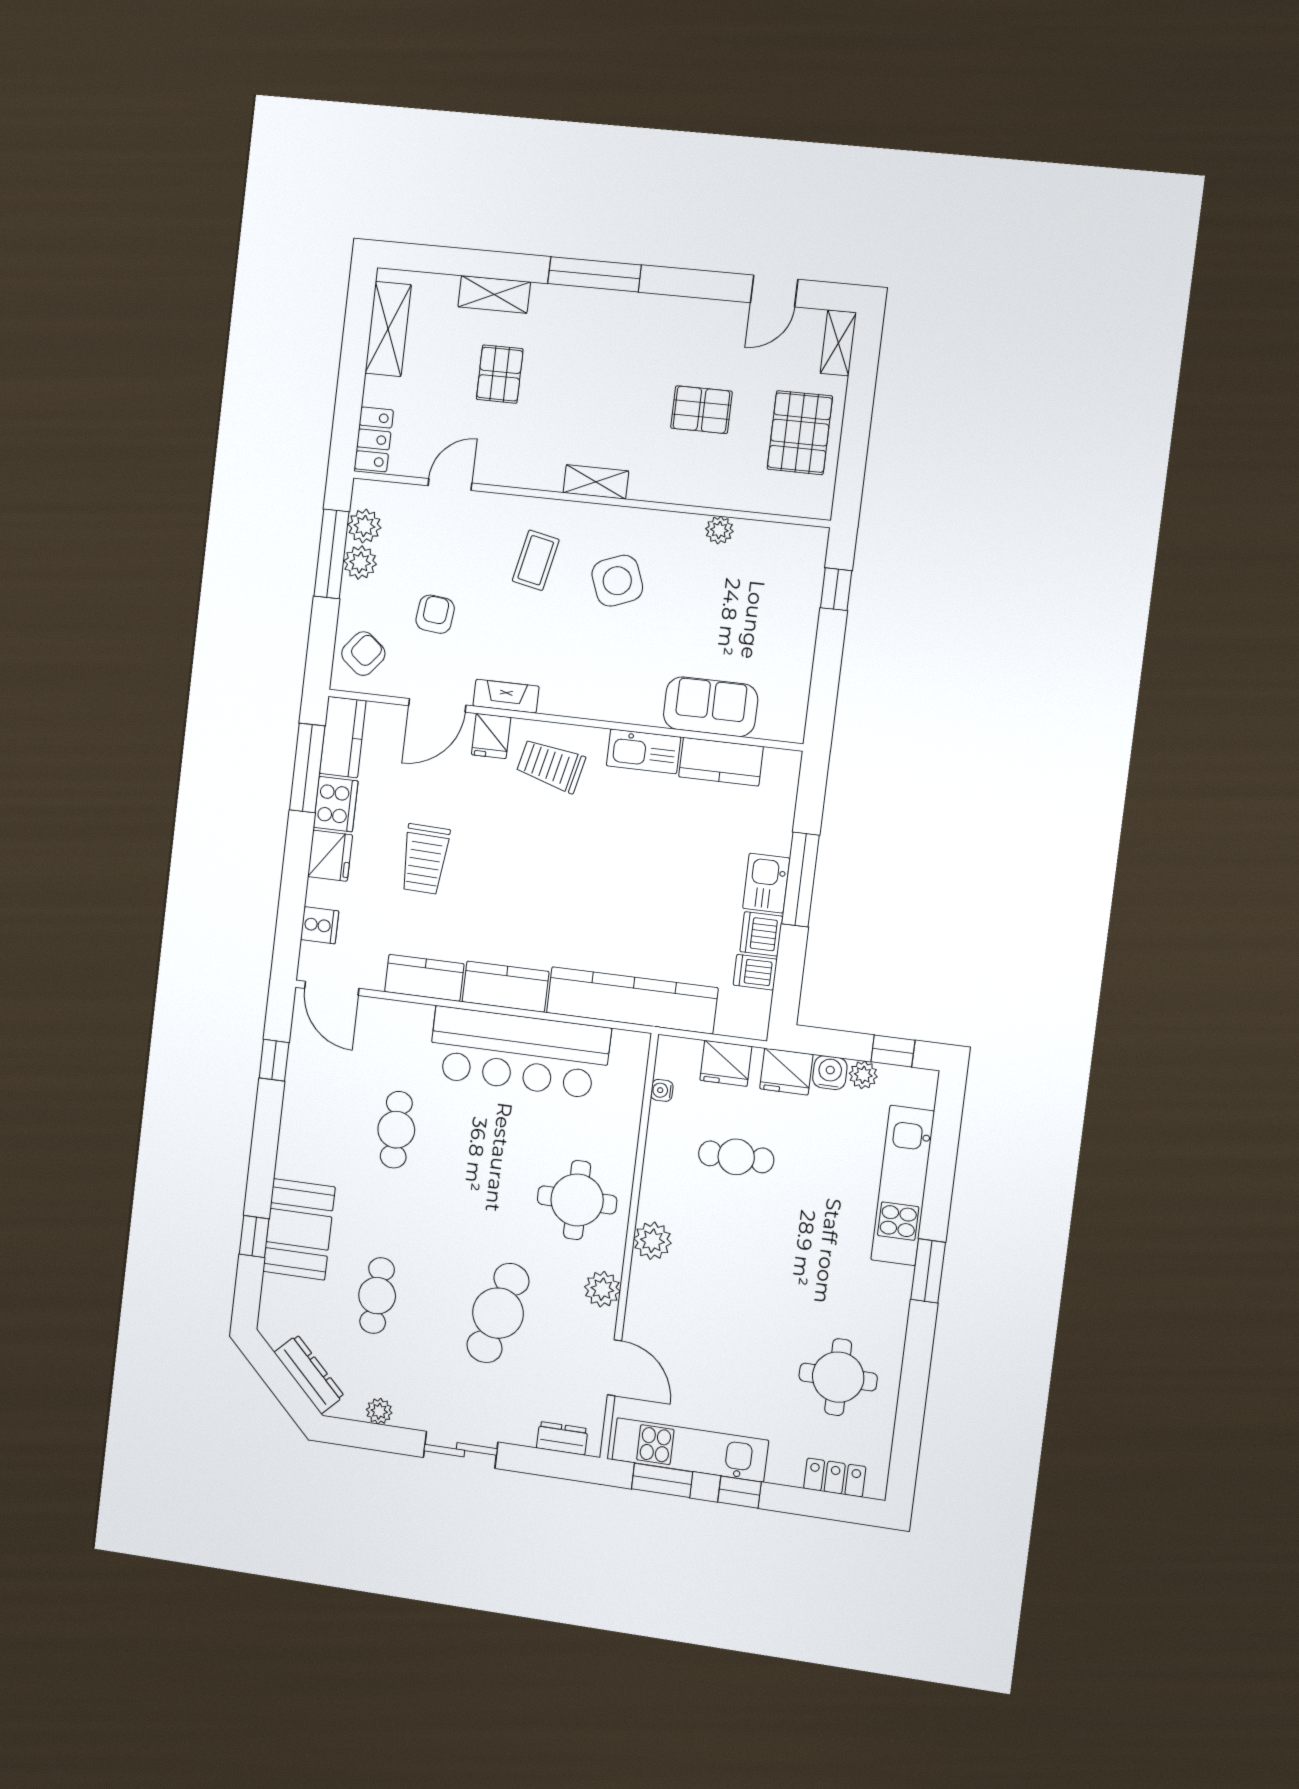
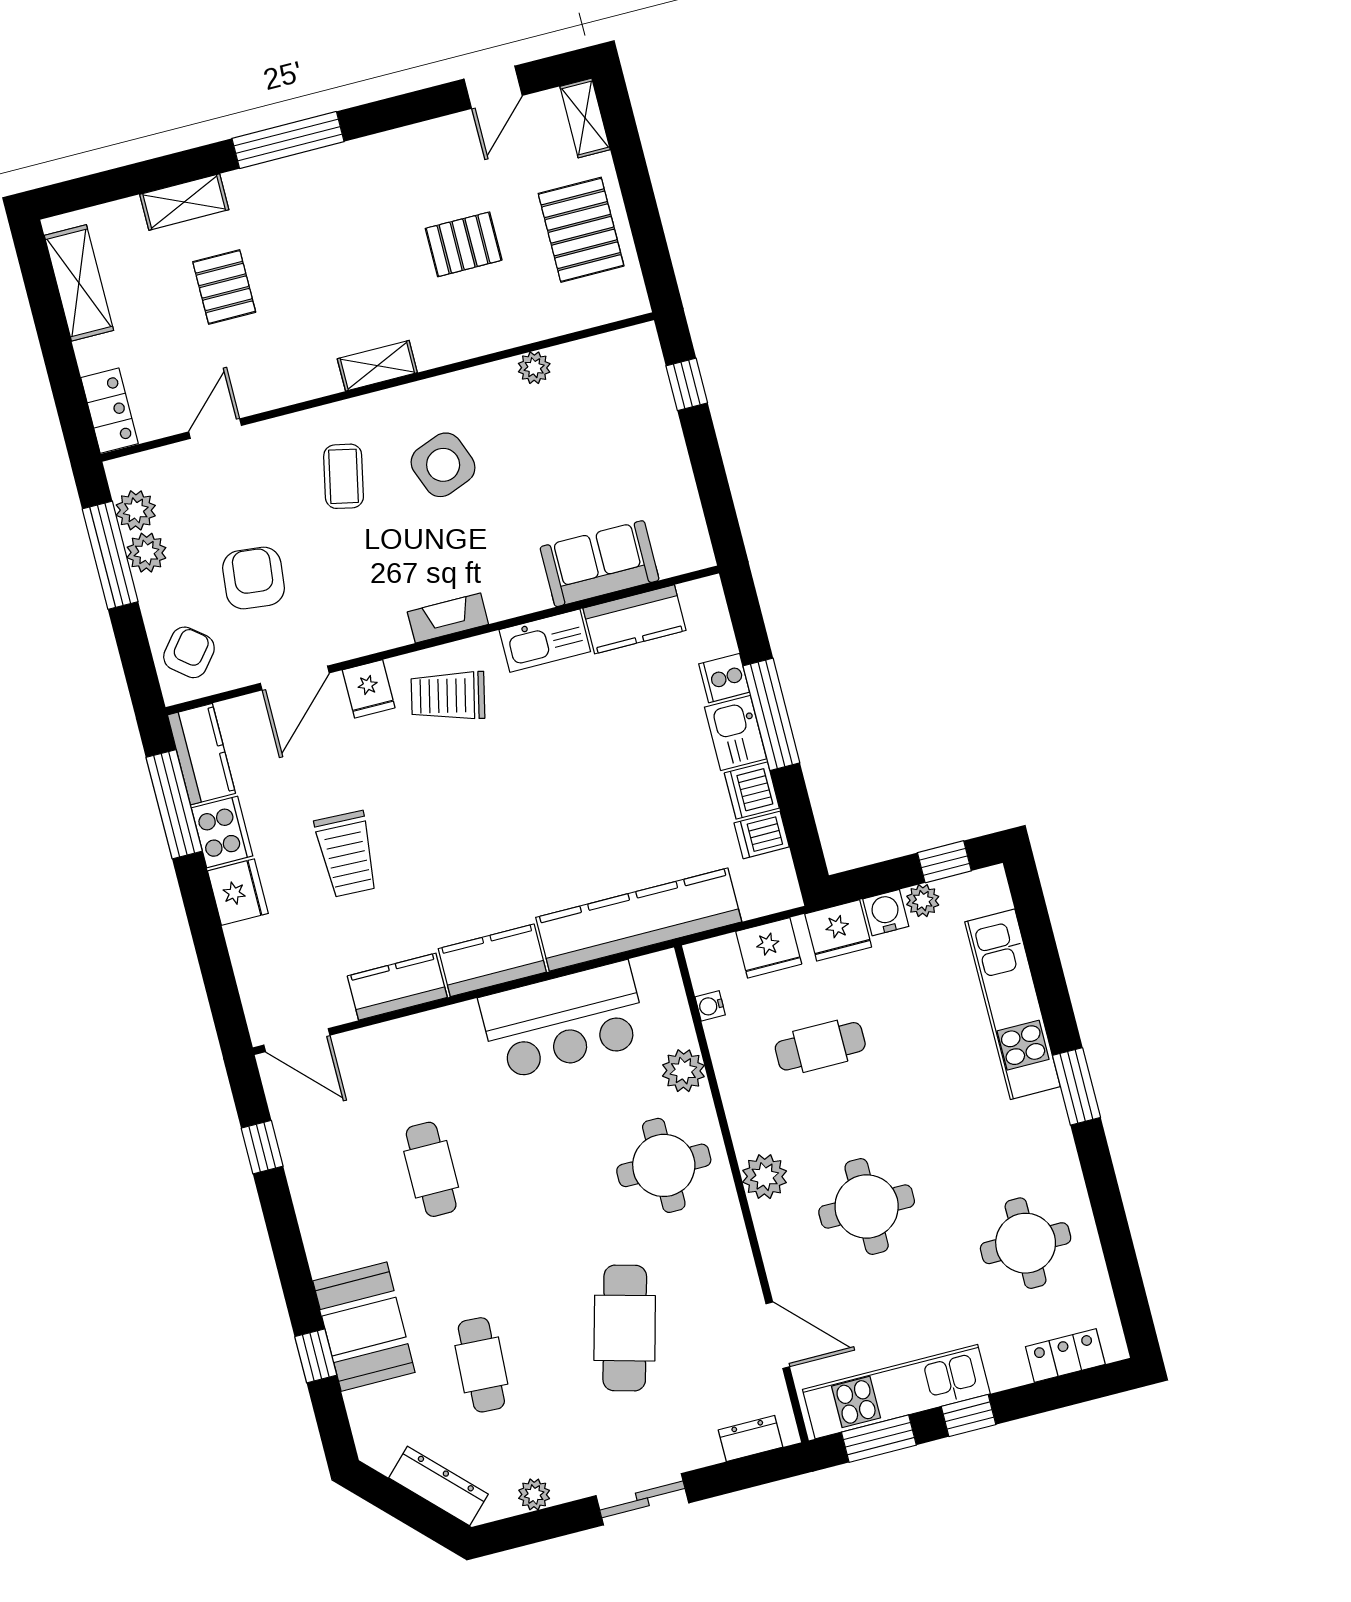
armchair: (435, 614) -> (254, 578), width x1.38, depth x1.38
fireplace: (506, 696) -> (448, 618), moved
cooker: (320, 925) -> (724, 678), moved, turned 180
bar counter: (519, 1053) -> (563, 1020), width x0.73
plant: (602, 1289) -> (683, 1071), moved
round table: (723, 1297) -> (867, 1206), added

